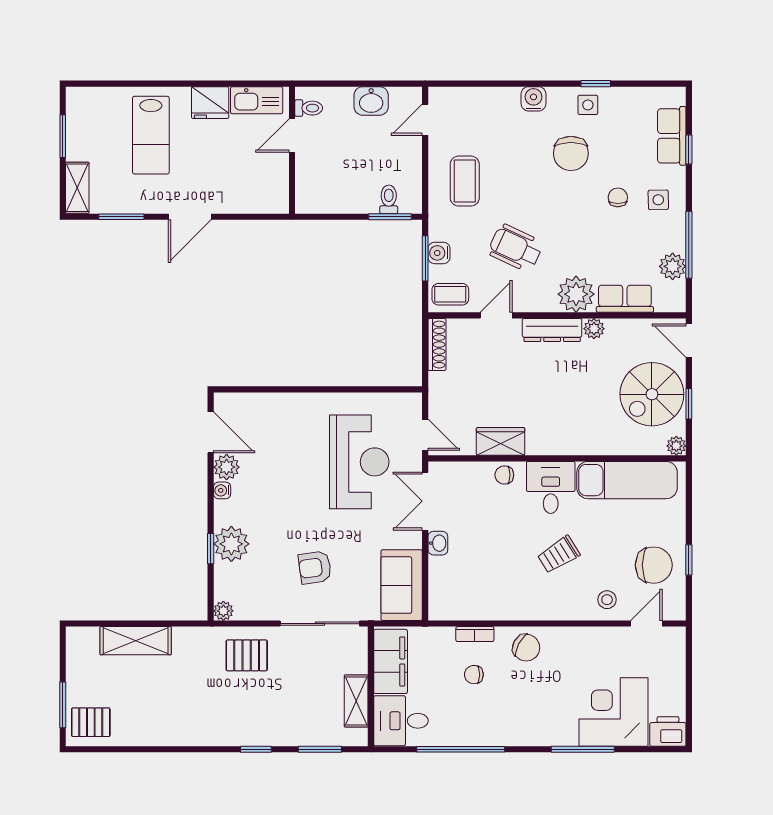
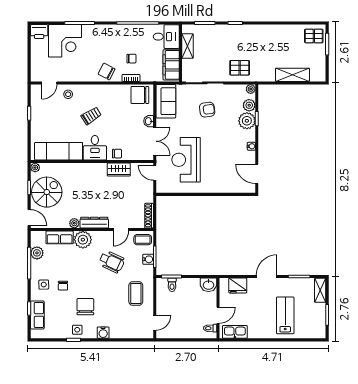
washbasin: (371, 101) -> (209, 285), moved, turned 180
fridge: (210, 103) -> (238, 286), moved, turned 180
plant: (227, 467) -> (249, 105), moved
chair: (654, 565) -> (140, 95), moved

